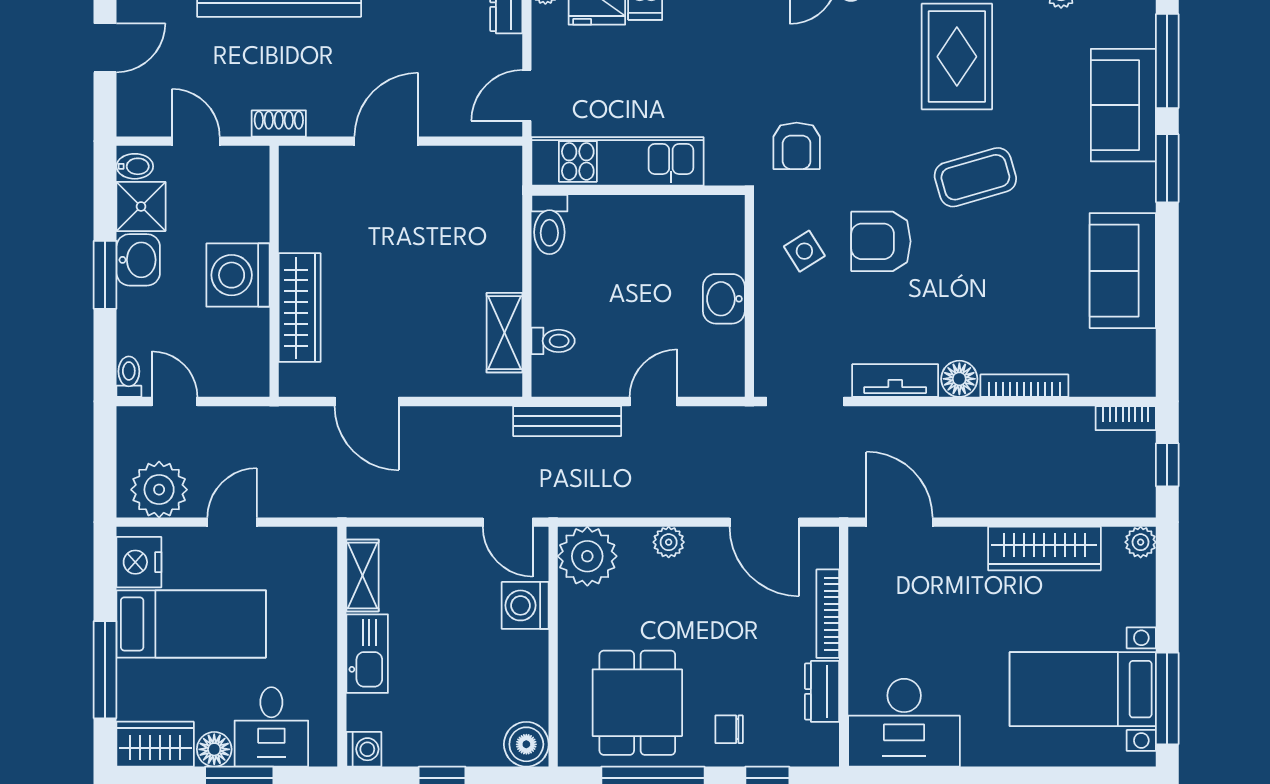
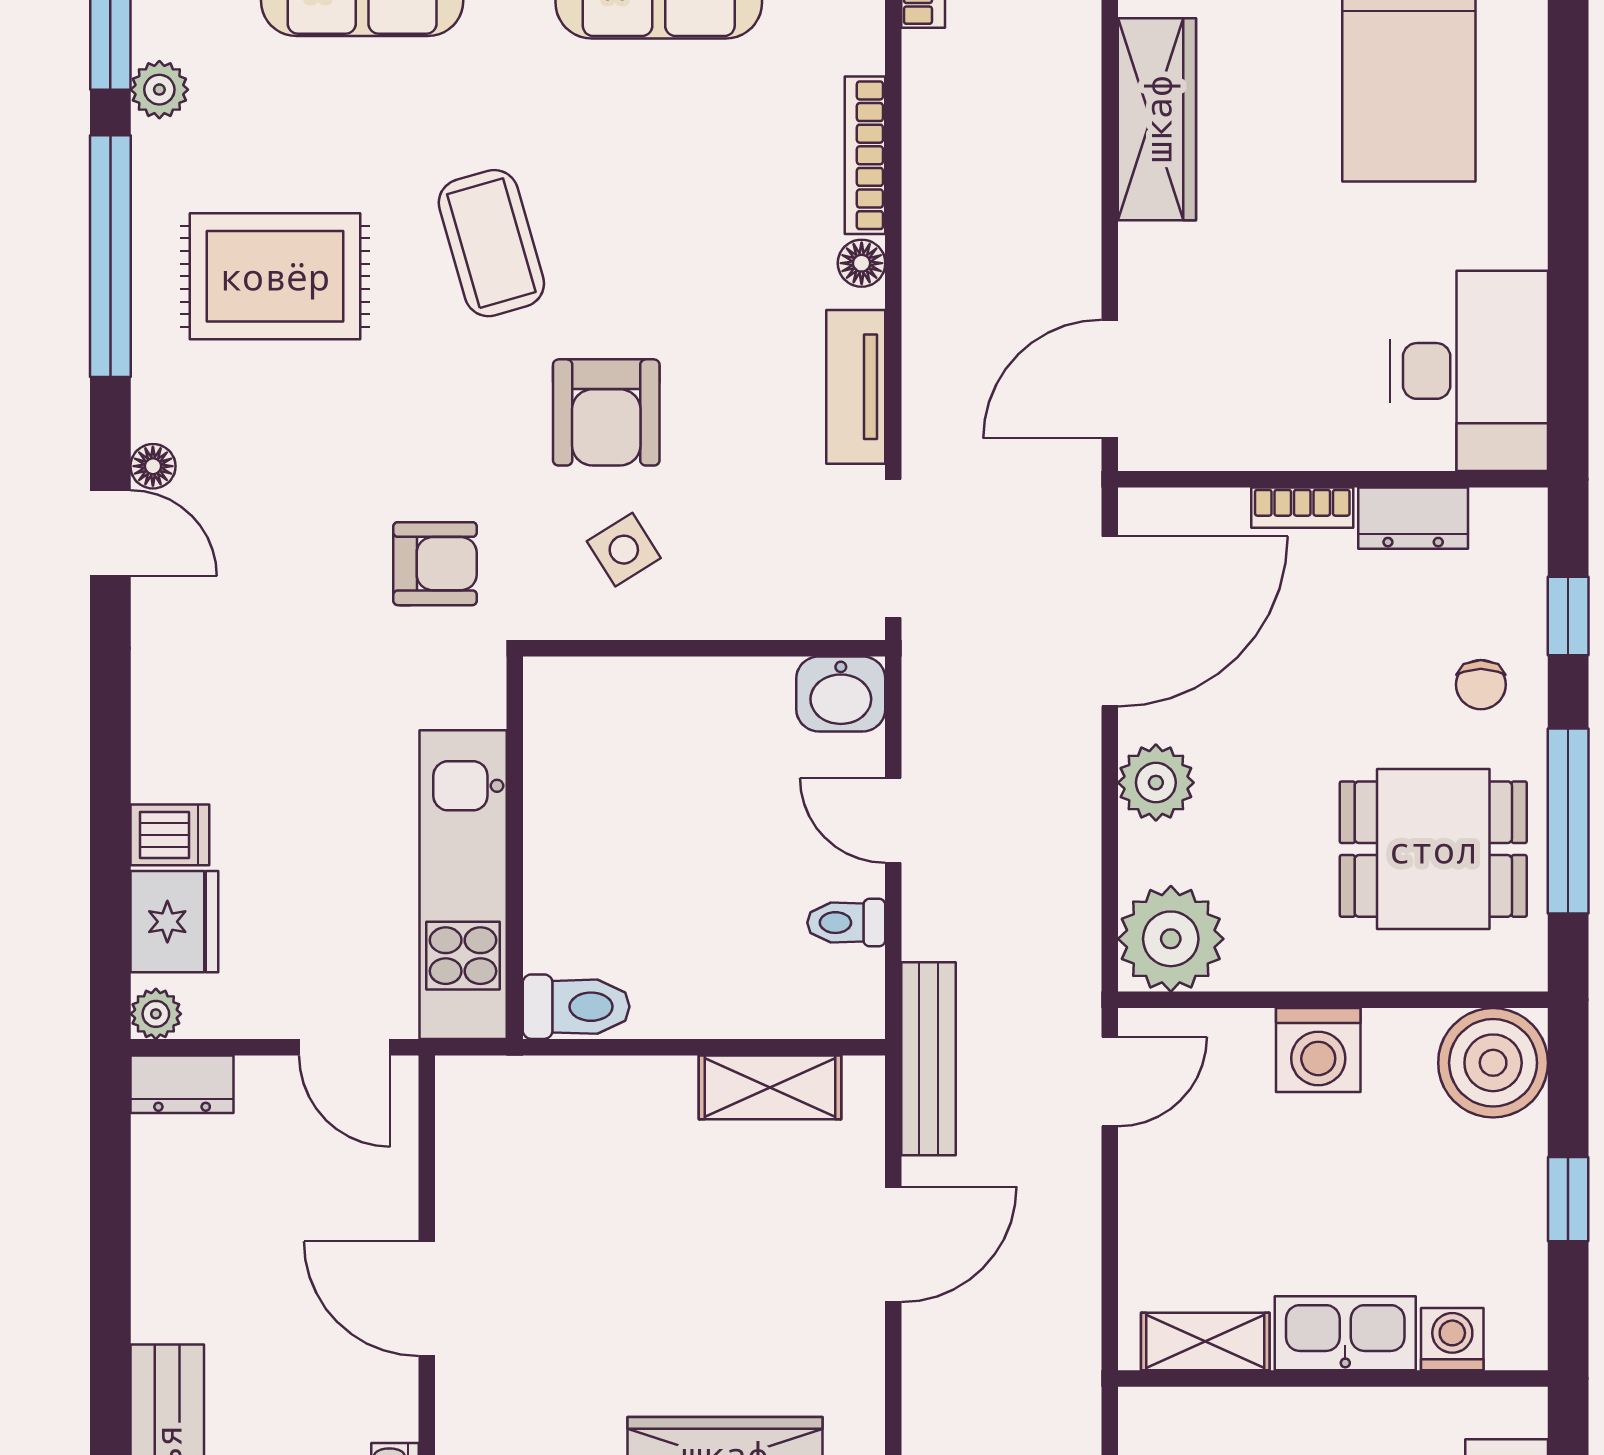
washbasin: (724, 299) -> (841, 694), moved
toilet: (553, 341) -> (846, 923), moved, turned -90
floor lamp: (959, 379) -> (862, 263), width x0.73, depth x0.73
door: (367, 401) -> (893, 1244), moved
bench: (567, 421) -> (928, 1059), moved
door: (764, 522) -> (1110, 621), width x1.36
plant: (669, 542) -> (1156, 783), width x1.38, depth x1.38
washing machine: (525, 605) -> (1318, 1050), moved
bookcase: (828, 614) -> (1302, 508), width x0.64
boiler: (526, 744) -> (1493, 1063), width x1.37, depth x1.37
washing machine: (364, 749) -> (1452, 1339), moved

